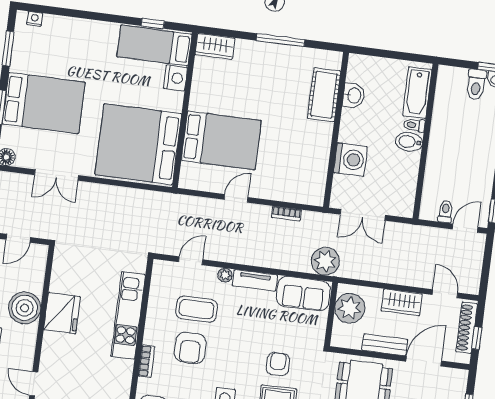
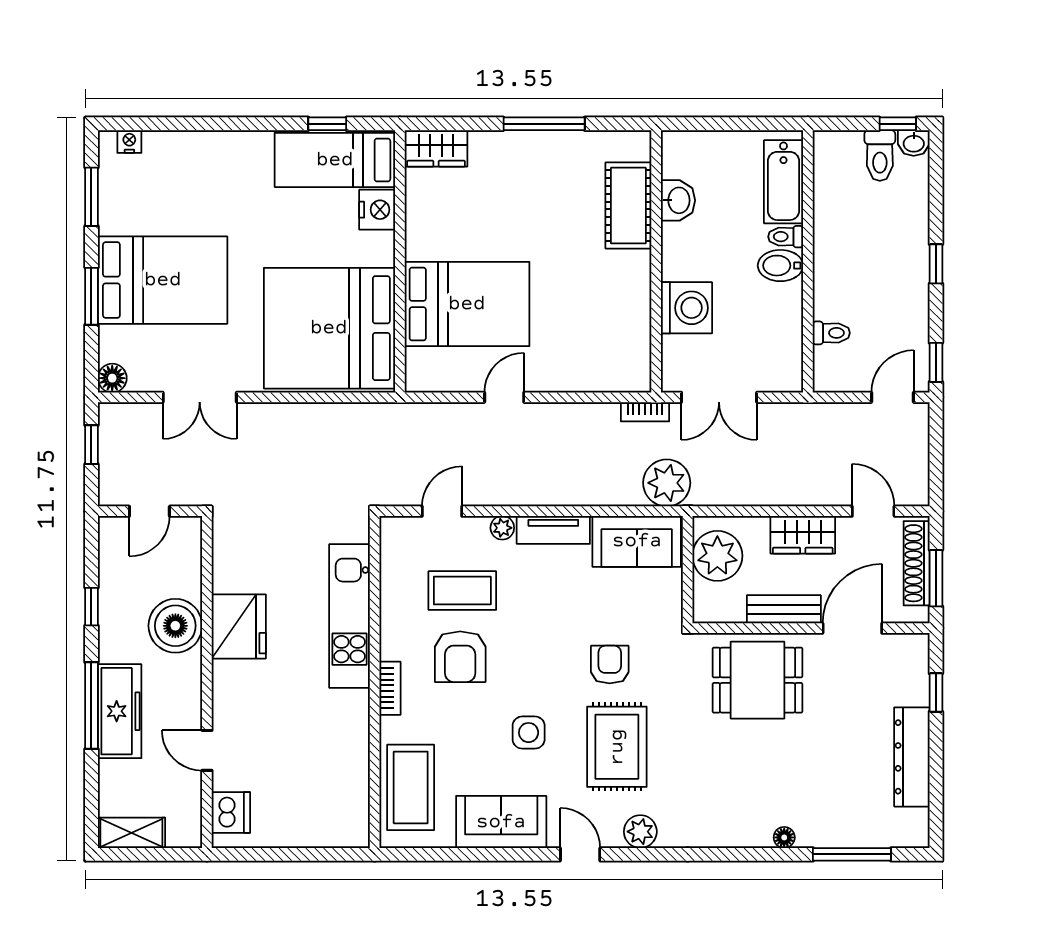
toilet: (445, 212) -> (831, 333), moved, turned 90
bookcase: (286, 214) -> (645, 412), moved
window: (477, 338) -> (936, 578), width x1.50

